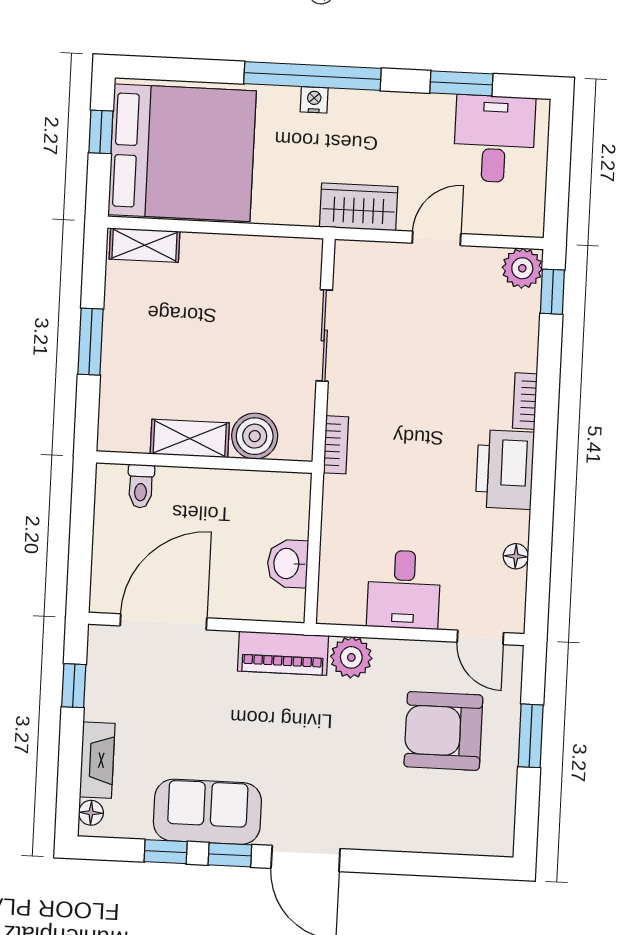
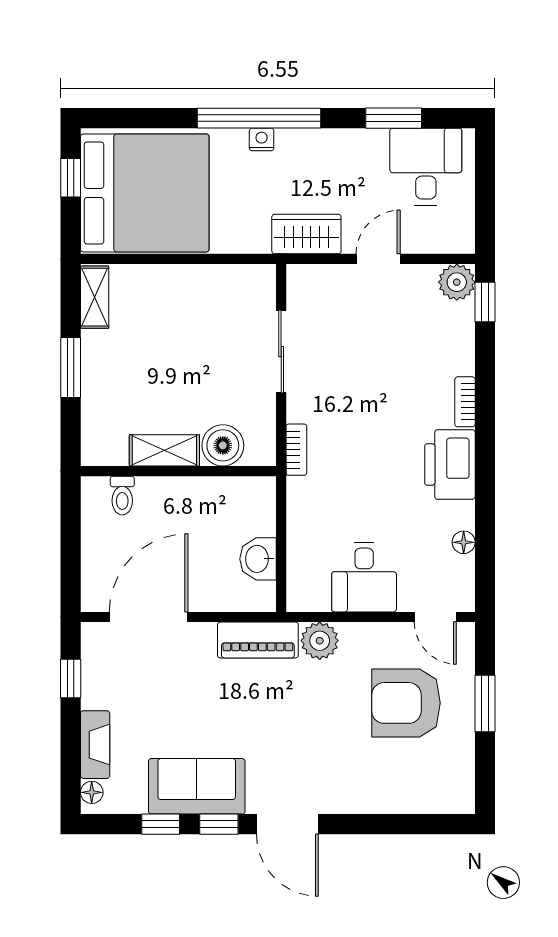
shelving: (144, 245) -> (95, 297), moved, turned 90

